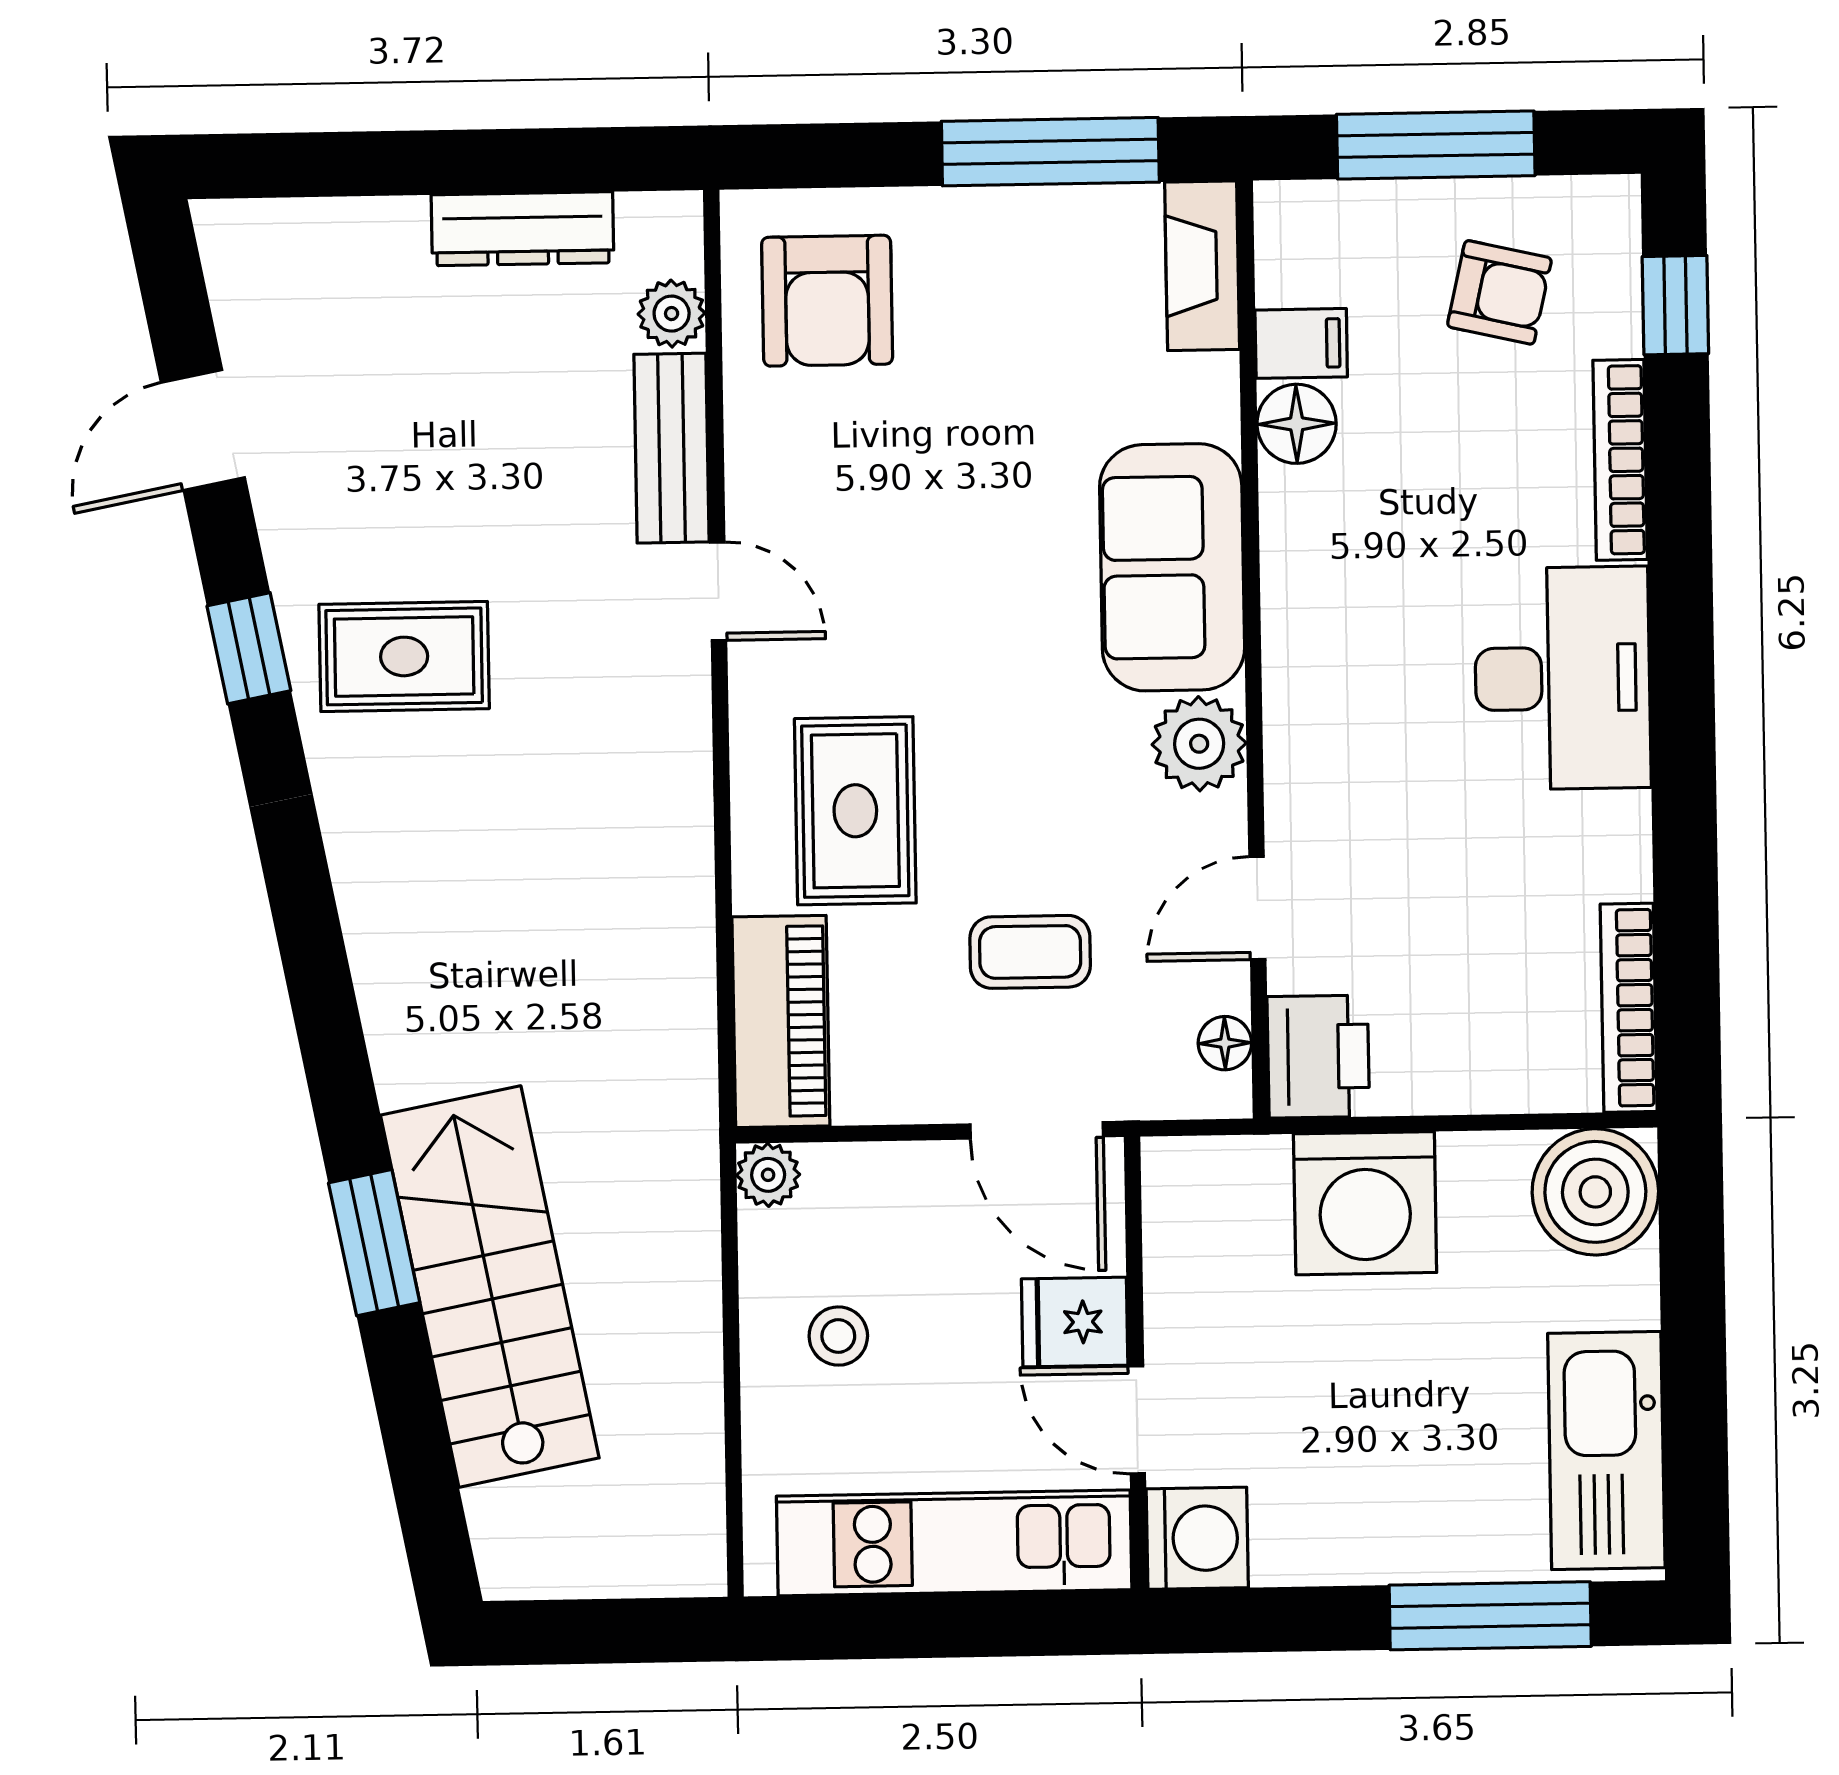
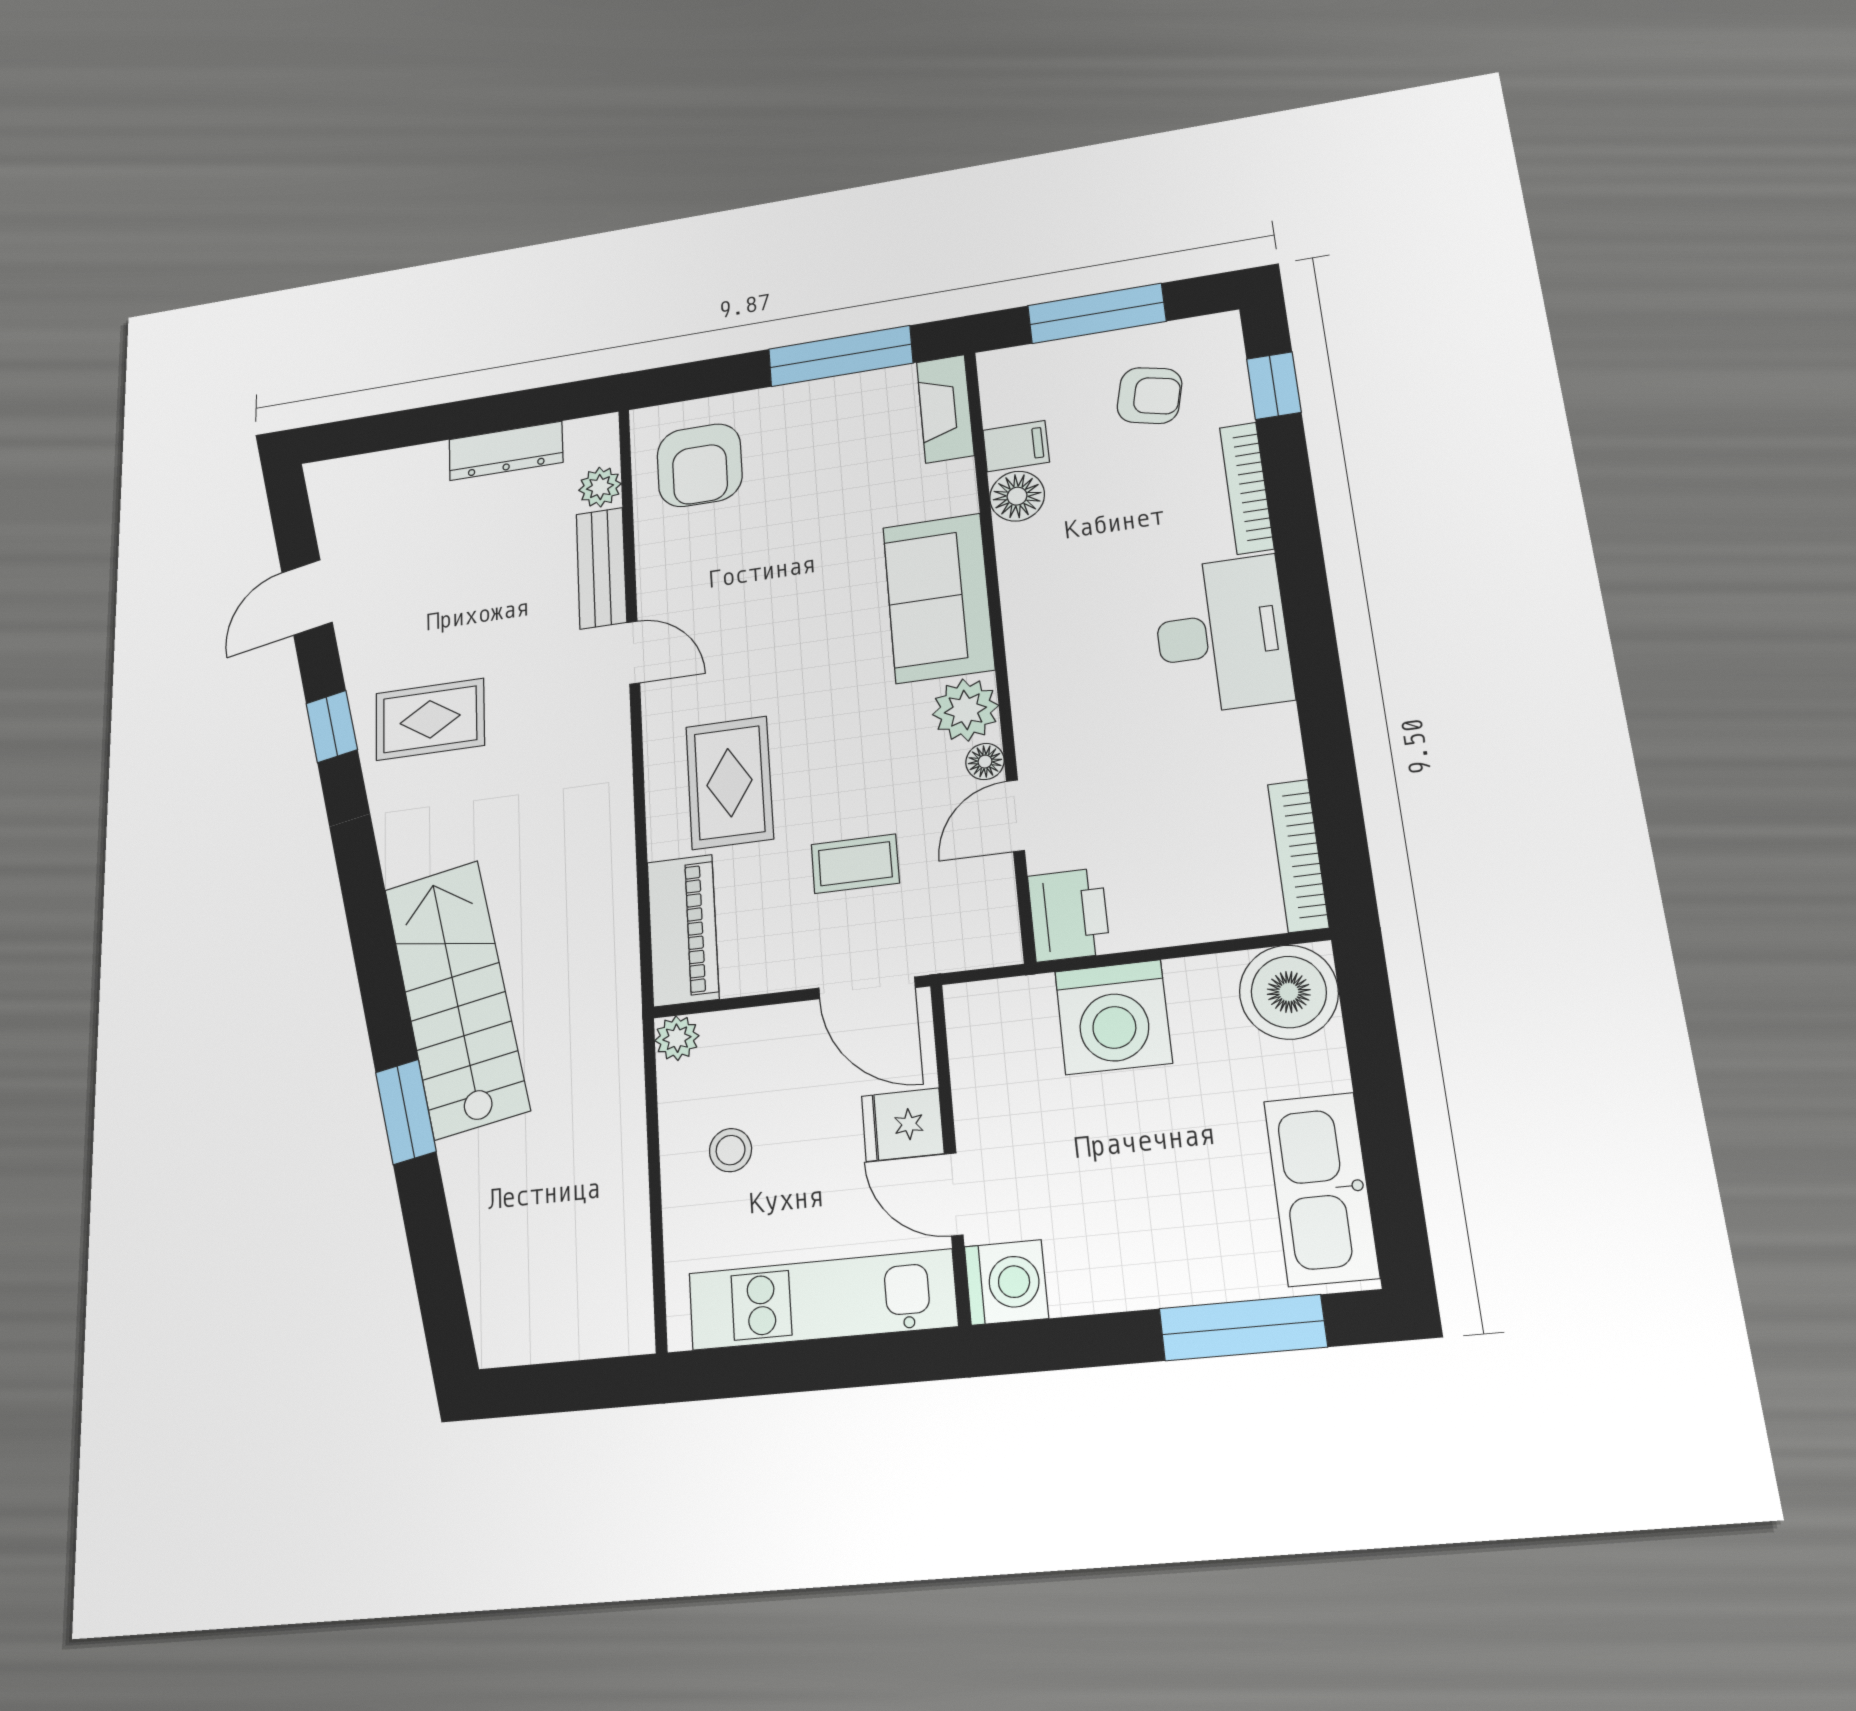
floor lamp: (1225, 1043) -> (985, 762), moved
stairs: (490, 1287) -> (456, 998), moved

